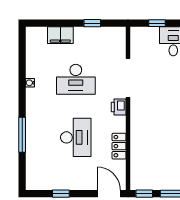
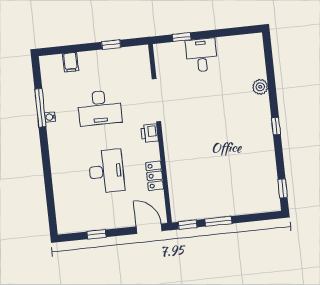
filing cabinet: (60, 35) -> (71, 62), width x0.50
window: (22, 135) -> (40, 108), moved

